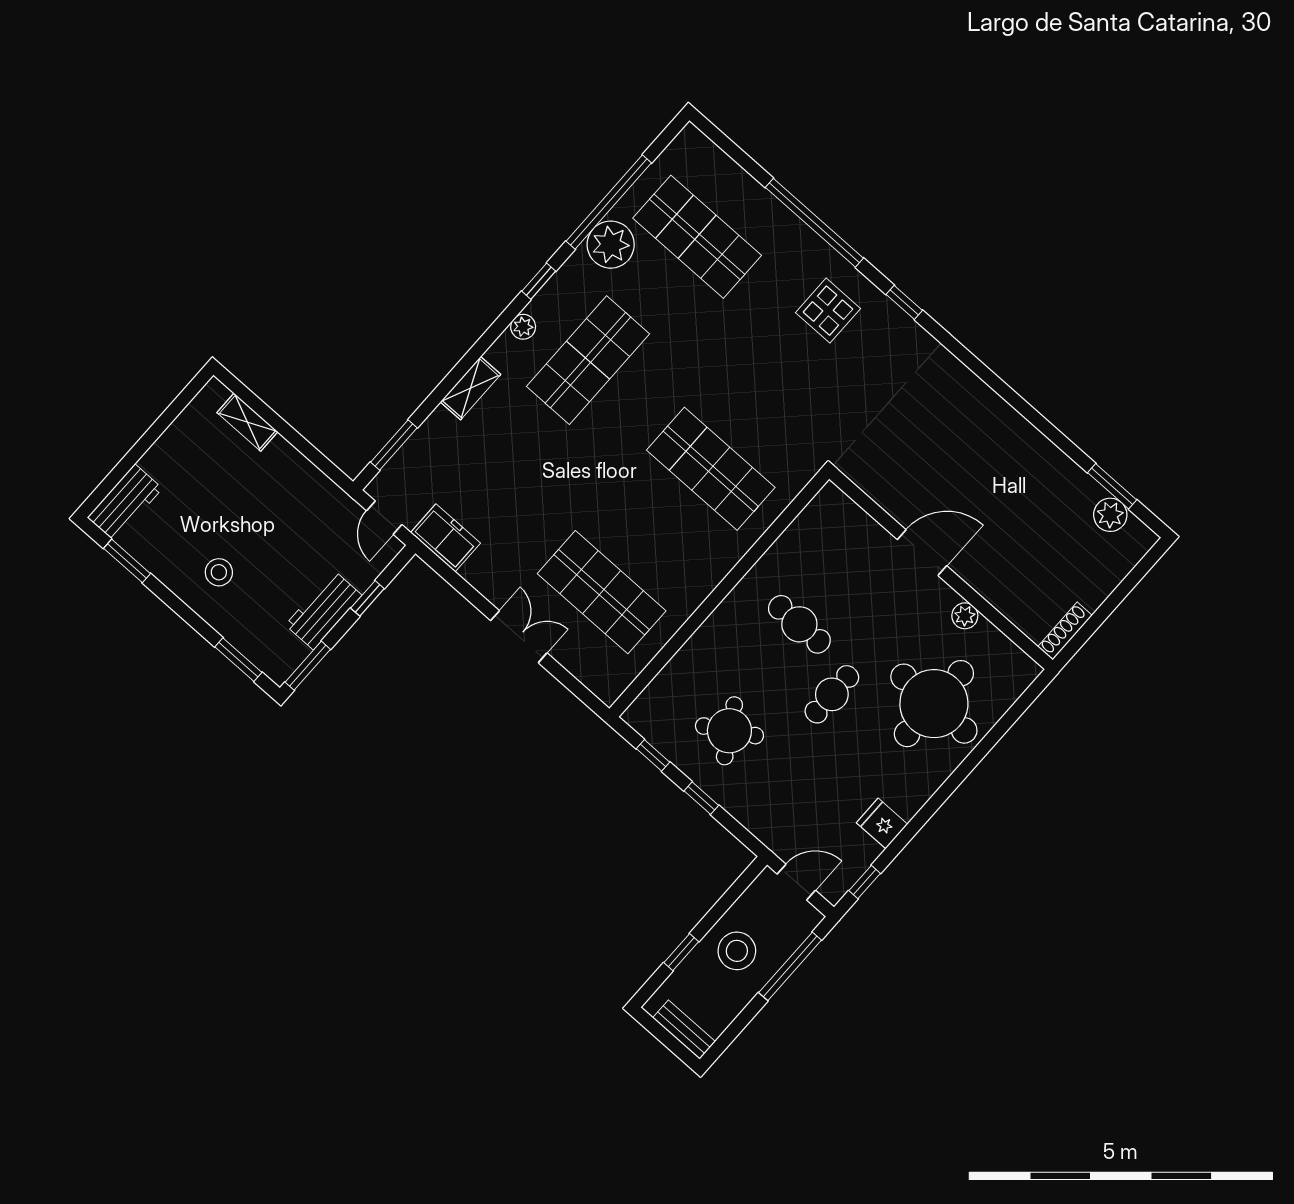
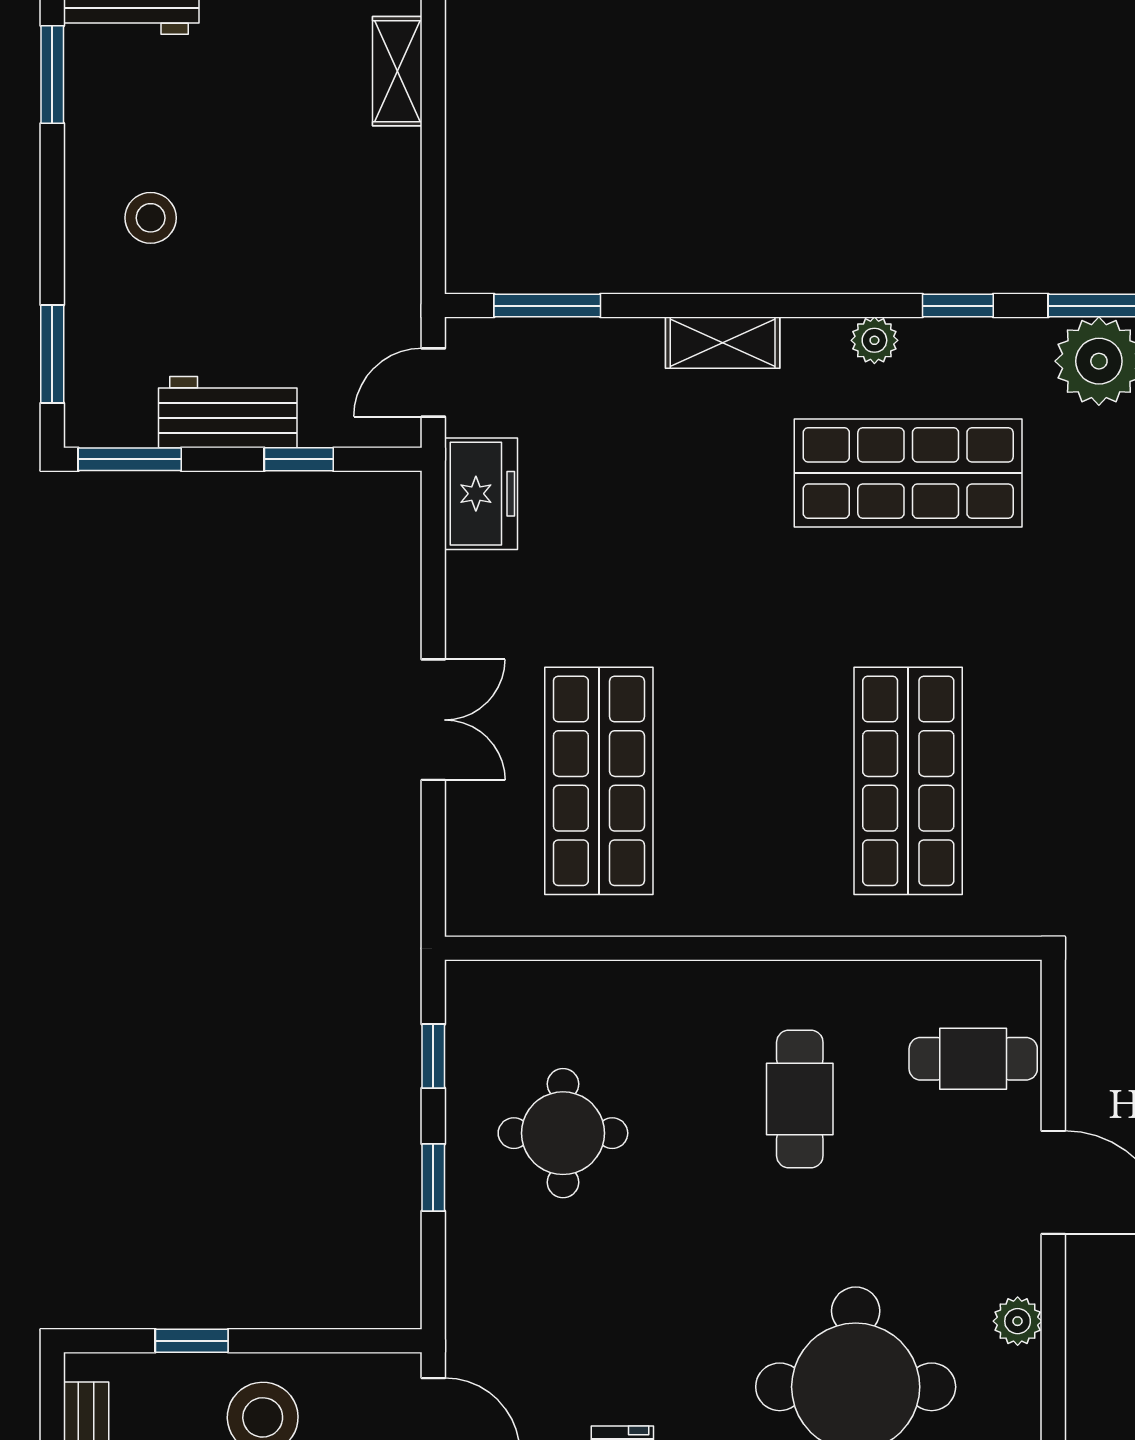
cafe table: (832, 694) -> (973, 1059), moved
round table: (729, 731) -> (563, 1133), turned 31

